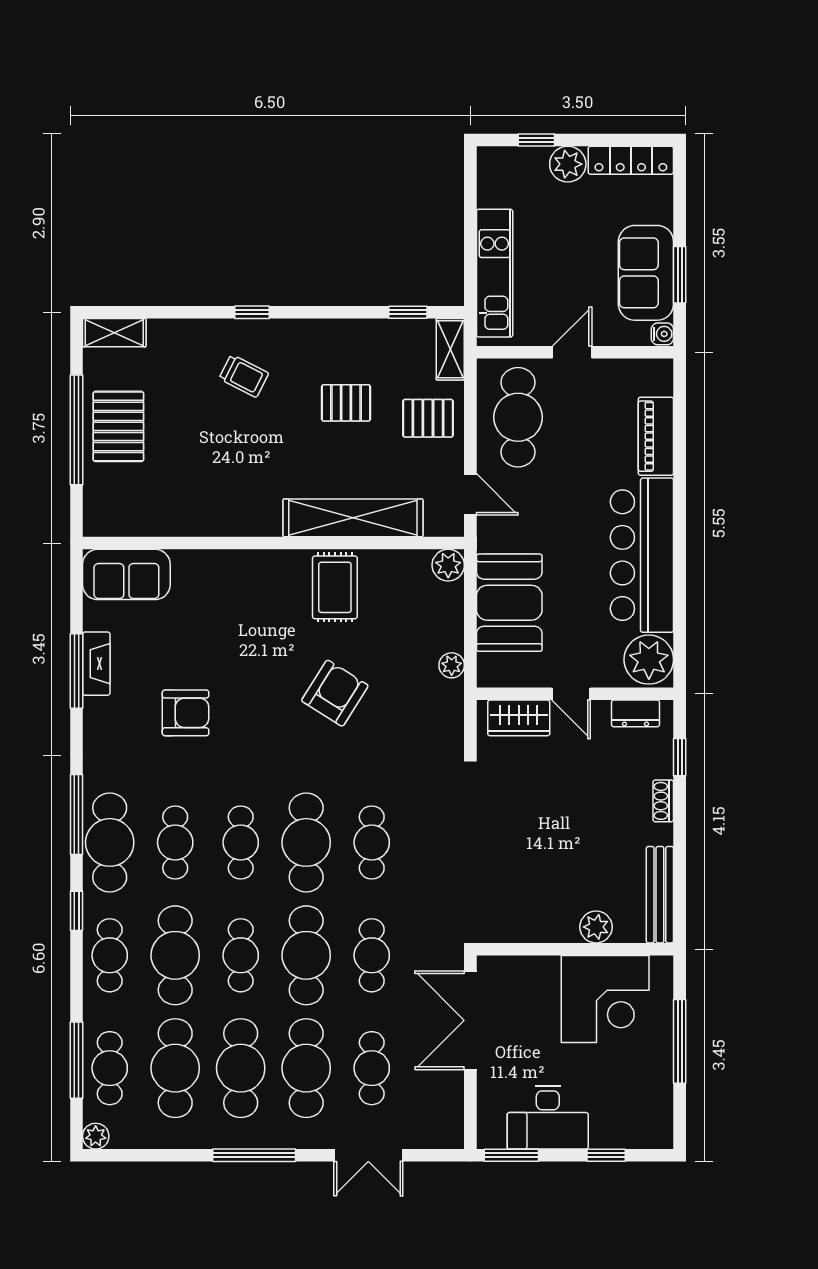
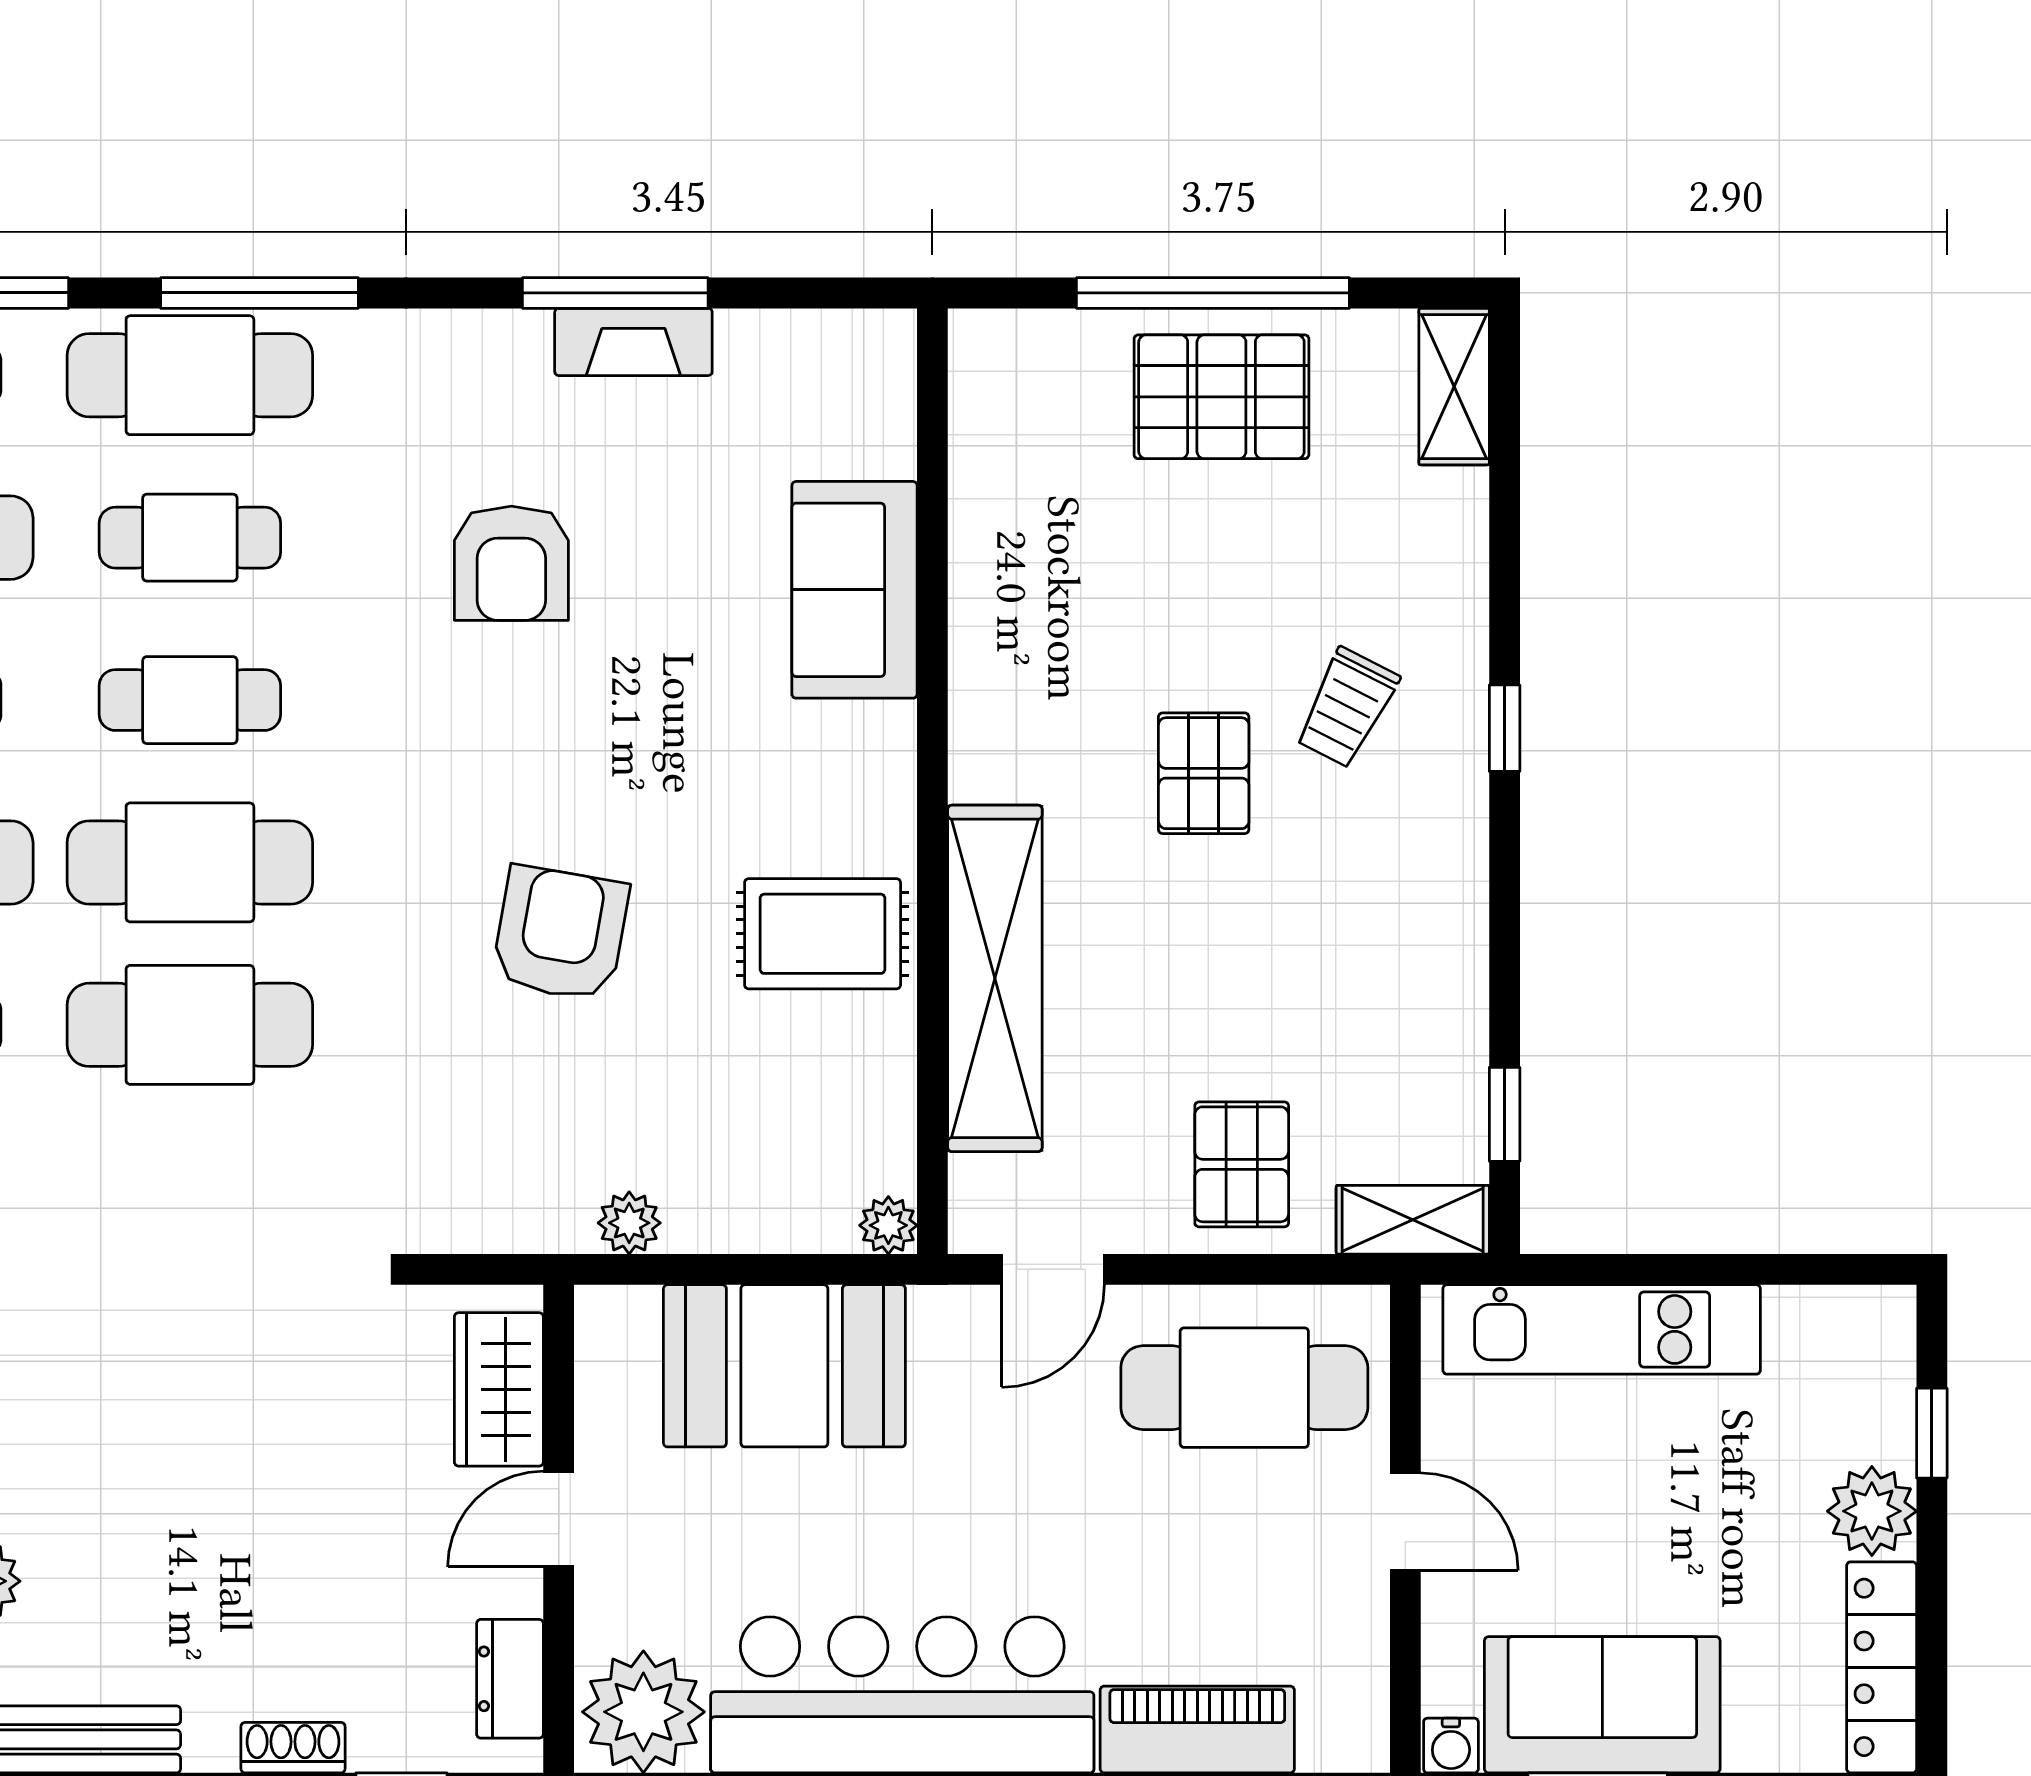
pallet: (346, 403) -> (1204, 773), moved
plant: (448, 565) -> (888, 1225), width x0.73, depth x0.73
sofa: (126, 574) -> (855, 590), moved
armchair: (335, 693) -> (560, 934), turned -112
cafe table: (372, 842) -> (190, 1025), width x1.37, depth x1.35

